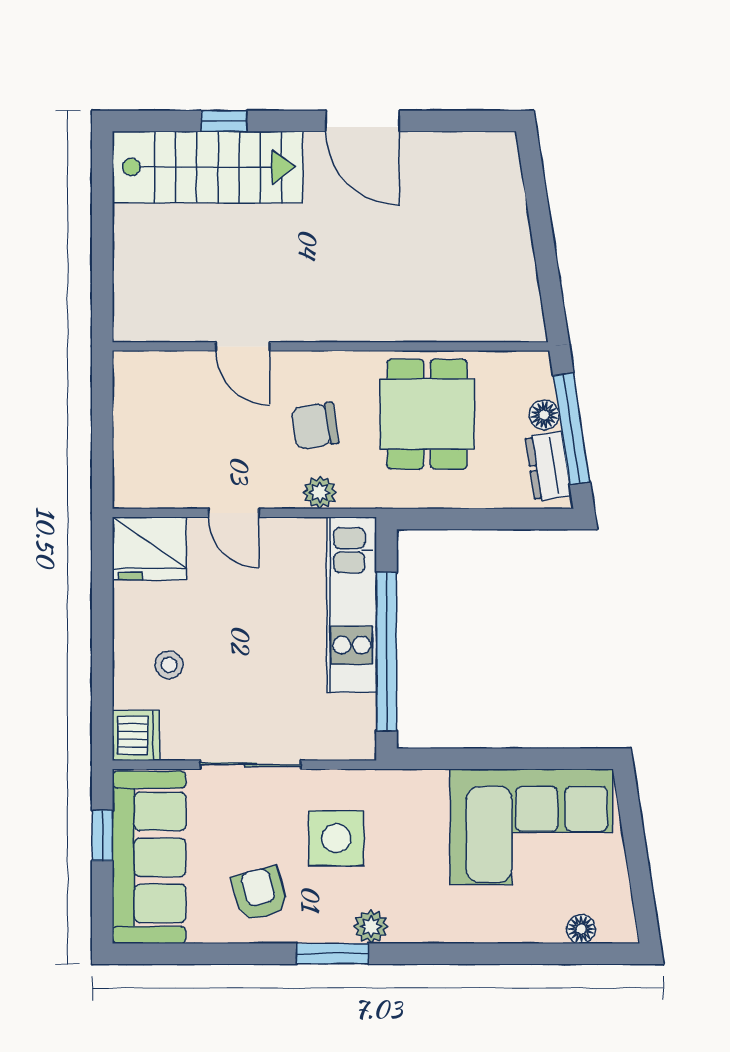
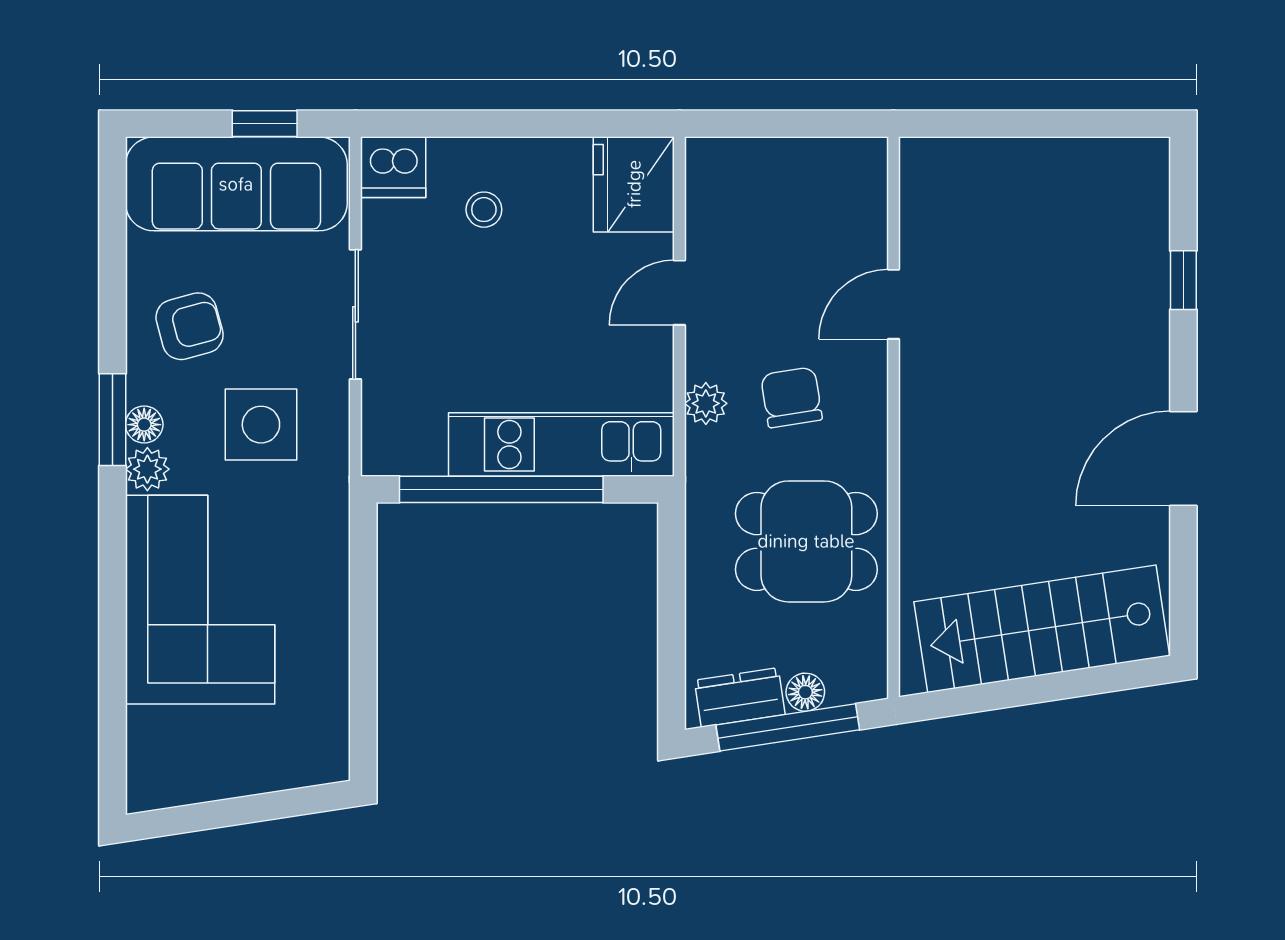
stairs: (207, 167) -> (1042, 629), moved, turned 81
corner sofa: (531, 827) -> (200, 600), moved, turned 180
floor lamp: (581, 929) -> (144, 425), moved

